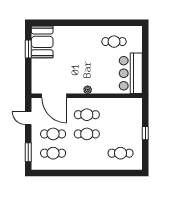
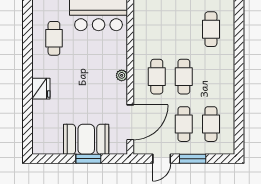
fridge: (78, 32) -> (41, 89), added
booth: (42, 42) -> (86, 139), moved
window: (28, 49) -> (88, 159), moved
window: (28, 152) -> (193, 159), moved

